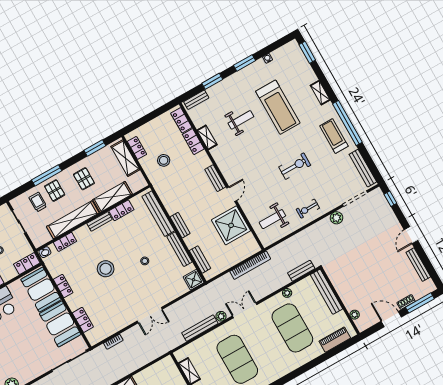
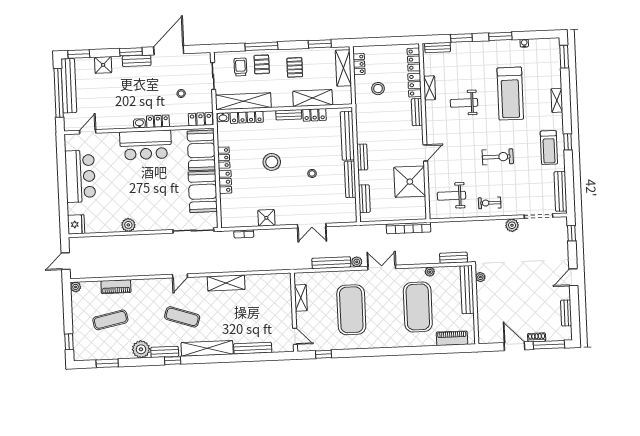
weight bench: (241, 120) -> (464, 103), moved, turned 180
window: (347, 123) -> (568, 142), width x0.32
treadmill: (334, 136) -> (549, 148), turned 180
bench: (215, 178) -> (417, 112), moved
shelving: (73, 220) -> (243, 101), moved
locker: (65, 242) -> (247, 117), width x1.53
bench: (418, 265) -> (566, 313), width x0.73
shower: (193, 280) -> (266, 218), moved
double door: (150, 315) -> (312, 226), moved
plant: (355, 315) -> (480, 277), moved
locker: (83, 320) -> (225, 182), moved

